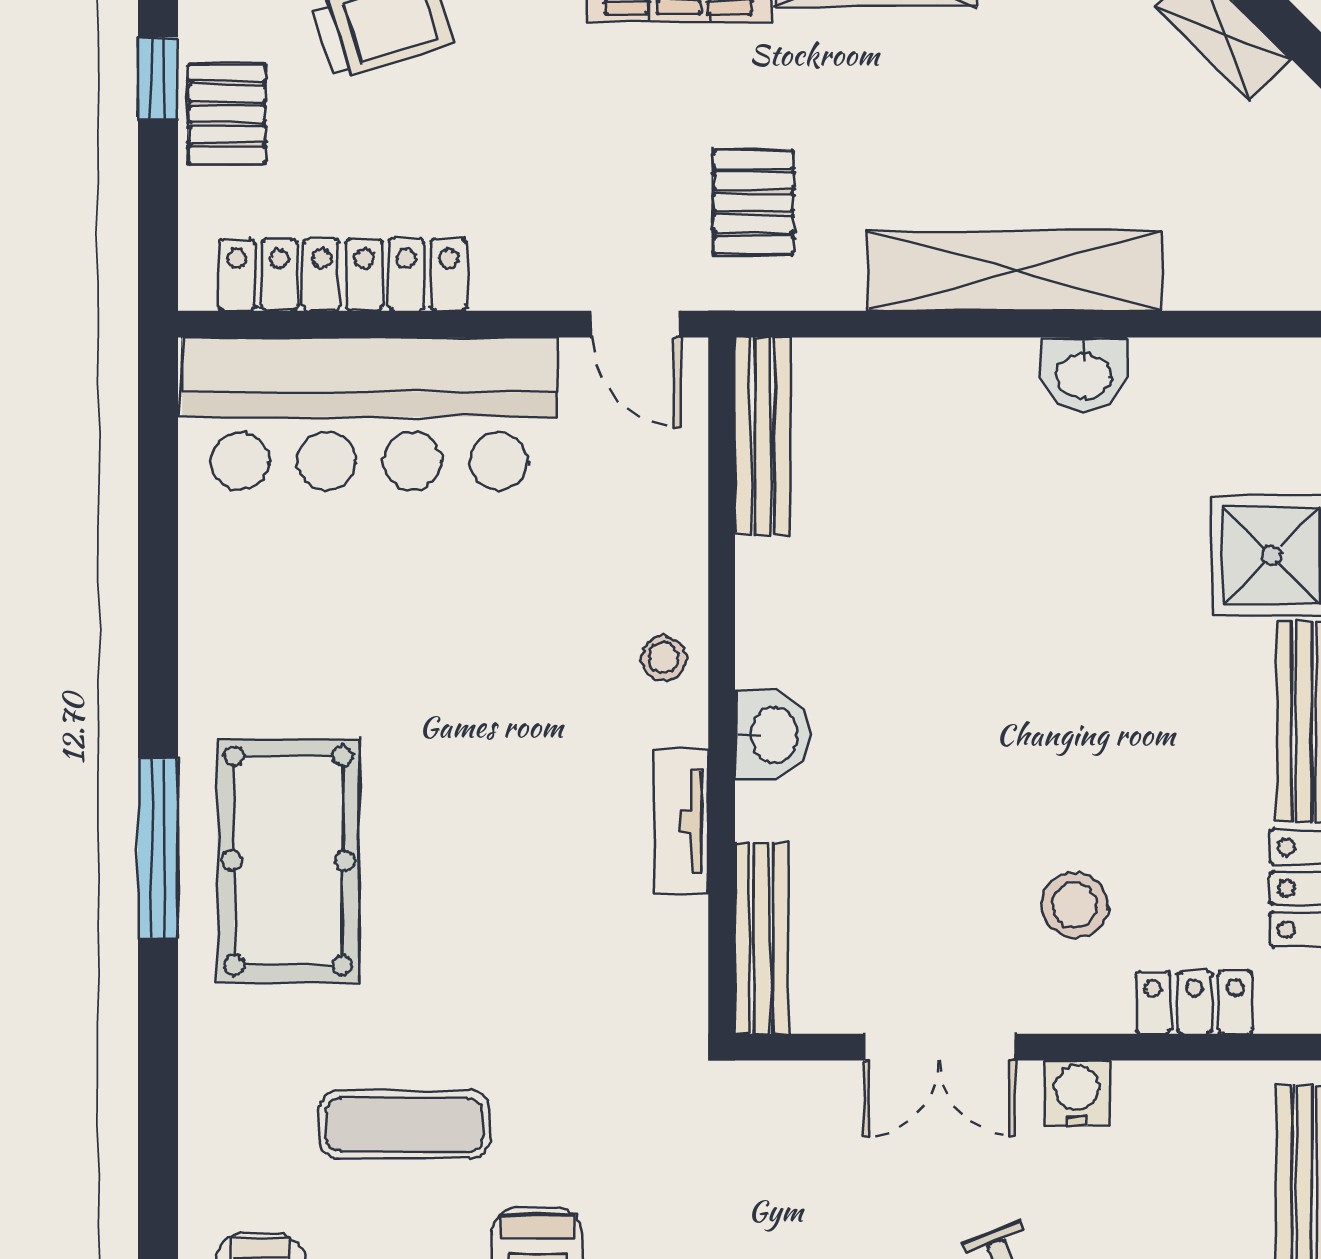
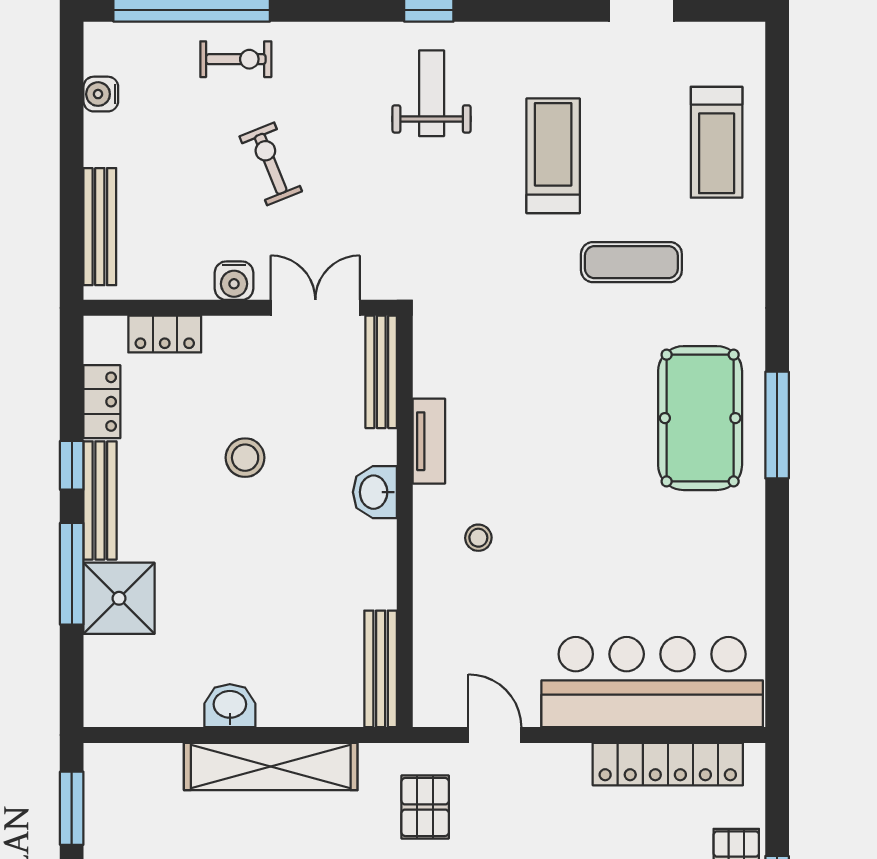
bench: (763, 436) -> (381, 669), moved
wall: (722, 686) -> (405, 521), moved
washbasin: (772, 735) -> (375, 492), moved
tv unit: (681, 821) -> (429, 441), moved
stool: (1075, 905) -> (245, 458), moved
bench: (762, 939) -> (381, 372), moved

